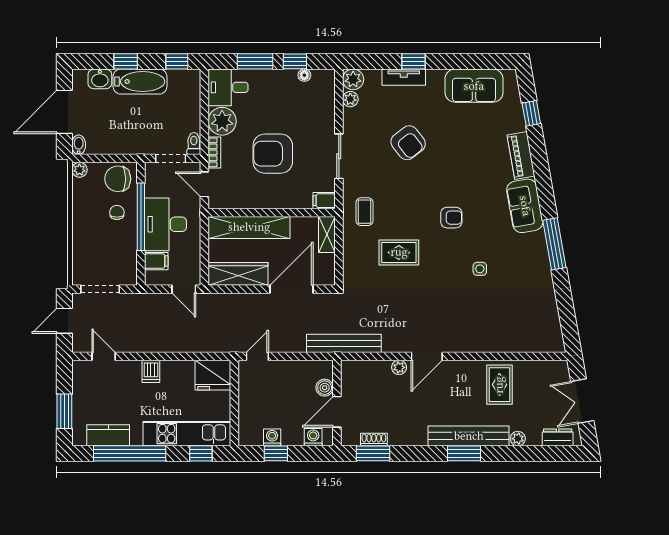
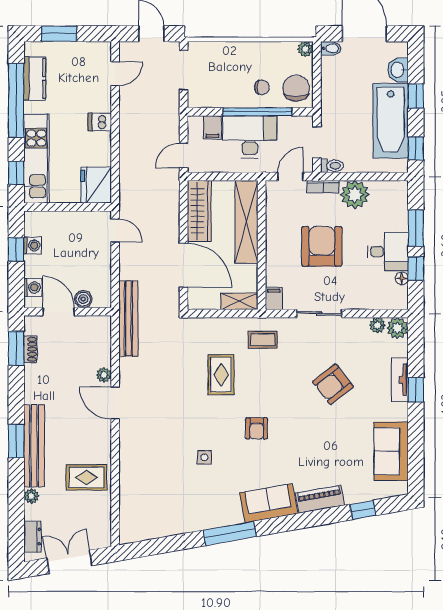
bathtub: (140, 82) -> (391, 121), width x1.36, depth x1.36
desk: (228, 87) -> (388, 252), moved, turned 90

